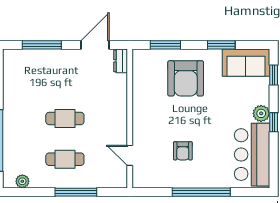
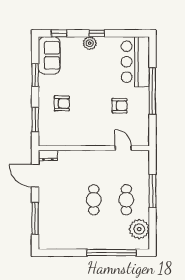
armchair: (186, 78) -> (62, 103), width x0.53, depth x0.53
door: (130, 155) -> (123, 148), swing flipped
bar counter: (252, 155) -> (135, 62), moved, turned 90
plant: (22, 181) -> (139, 229), width x1.88, depth x1.88

